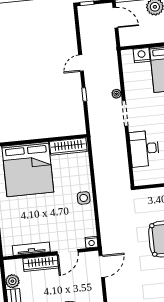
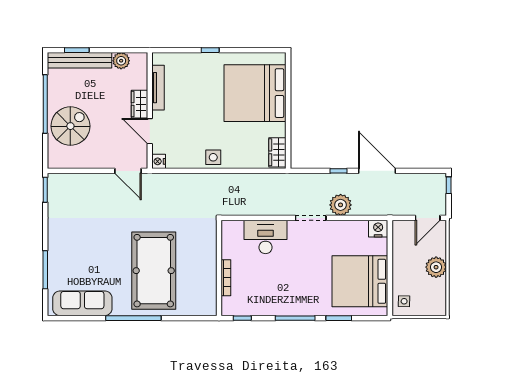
nightstand: (142, 55) -> (378, 229), moved, turned -90
door: (81, 63) -> (377, 171), width x1.87
plant: (117, 94) -> (341, 205), width x1.88, depth x1.88
wardrobe: (68, 147) -> (277, 152), width x0.67
wardrobe: (41, 263) -> (139, 104), width x0.67

